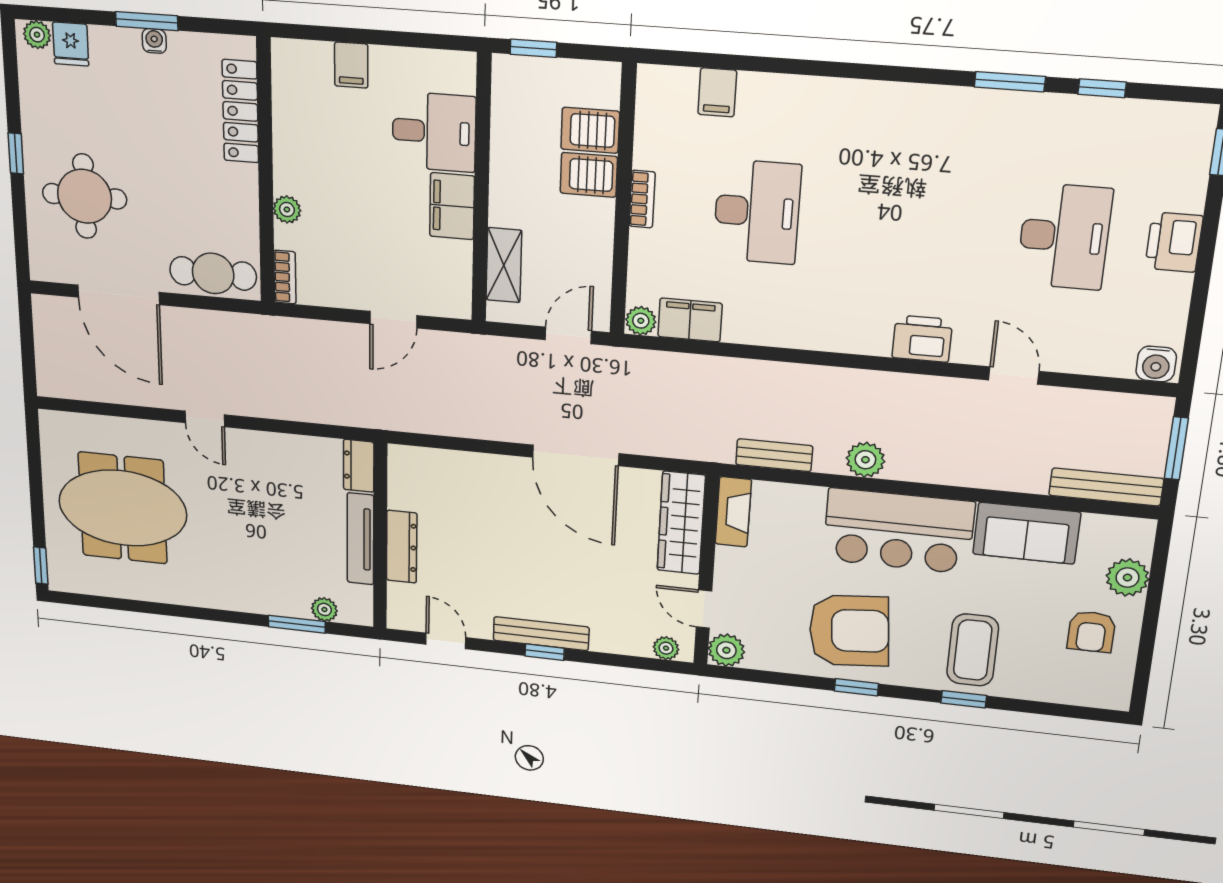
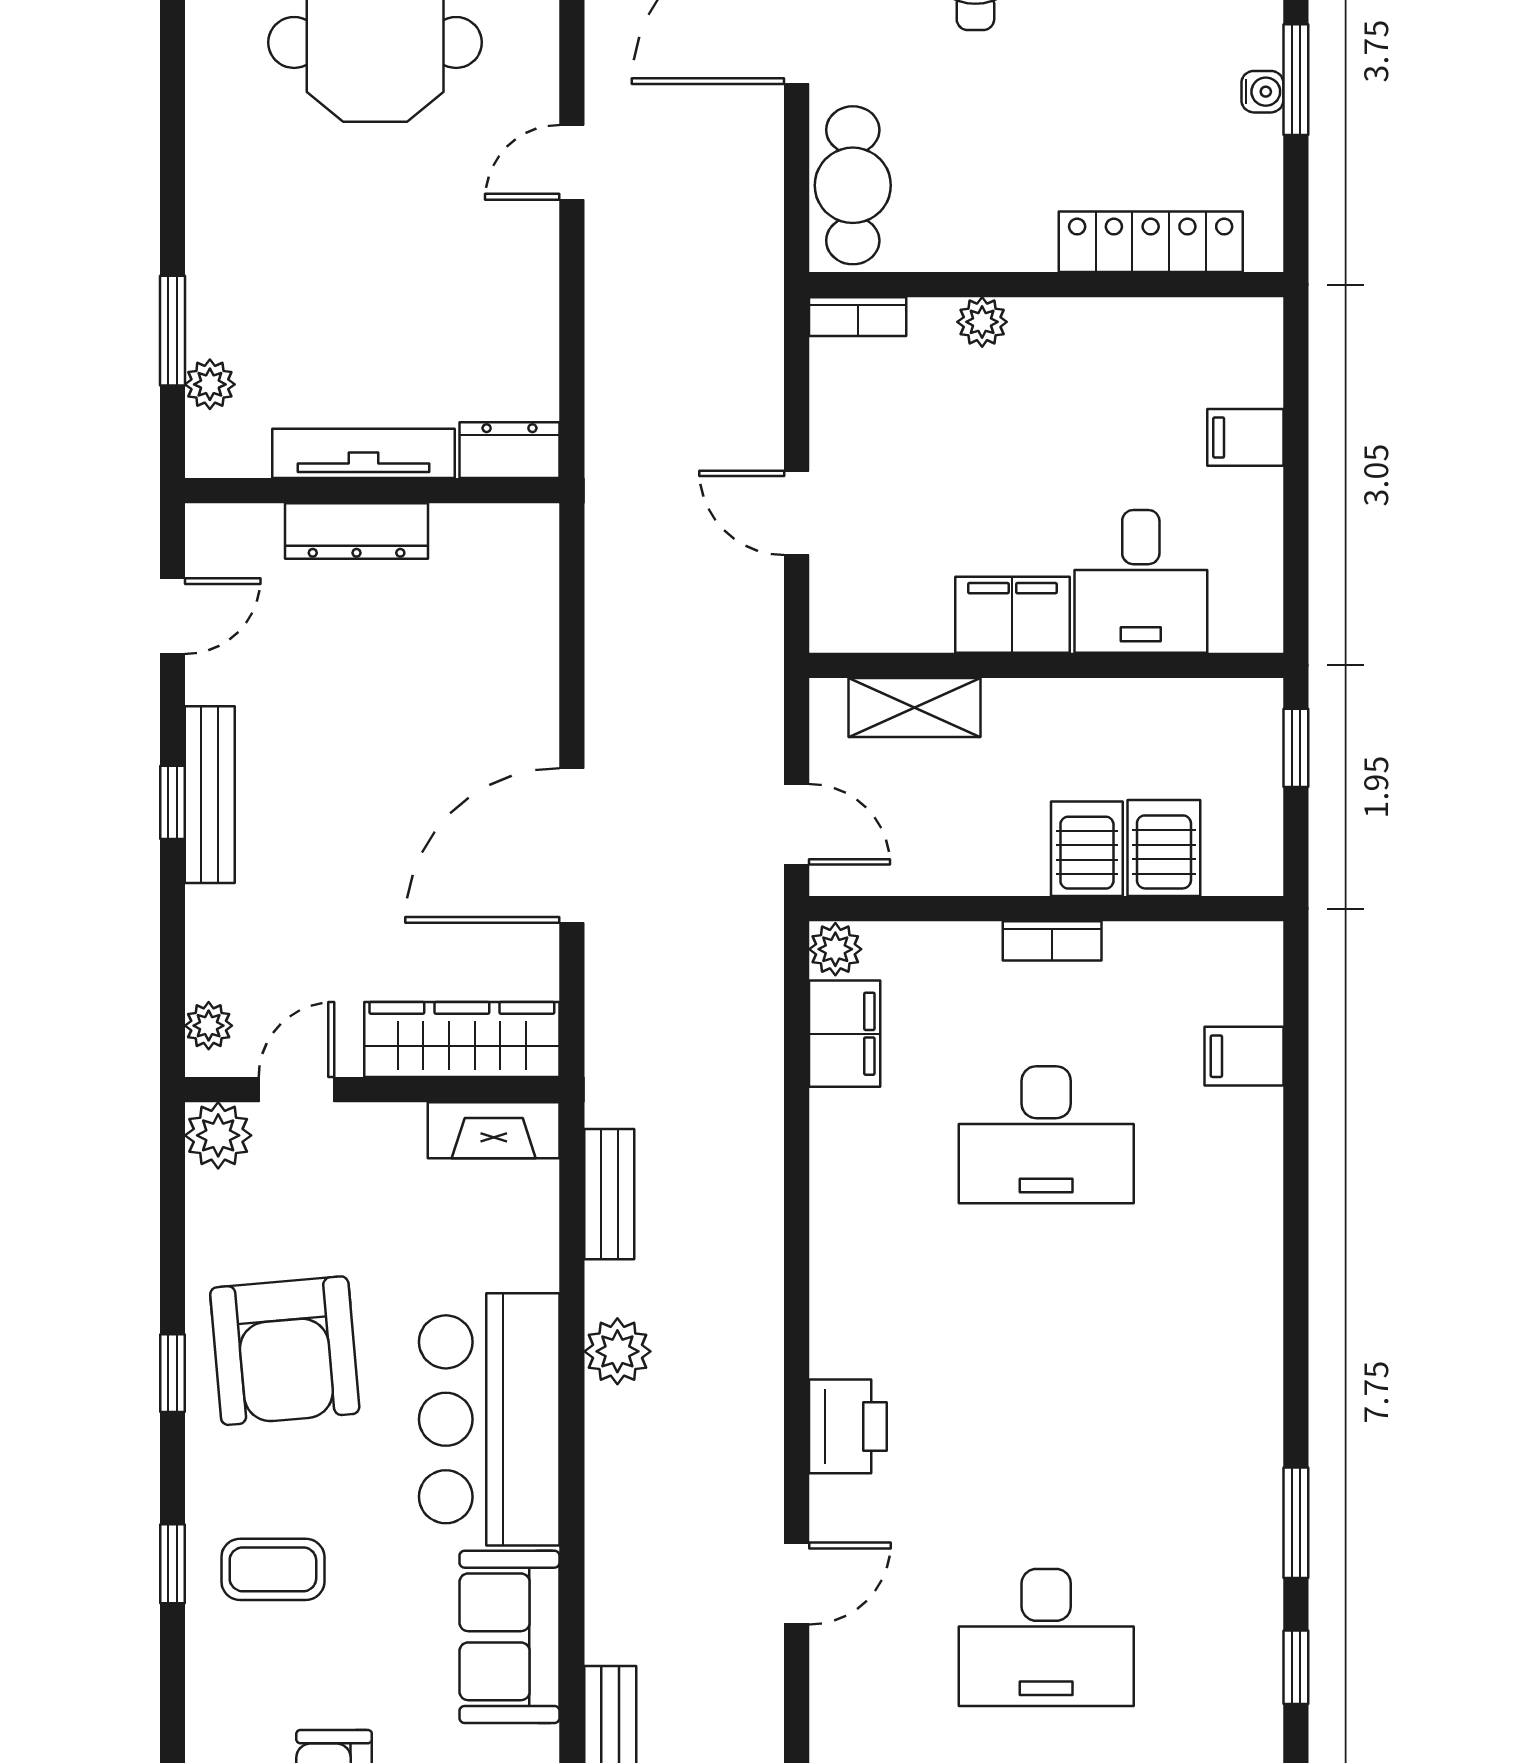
coffee table: (973, 650) -> (273, 1569), width x0.73, depth x0.77

